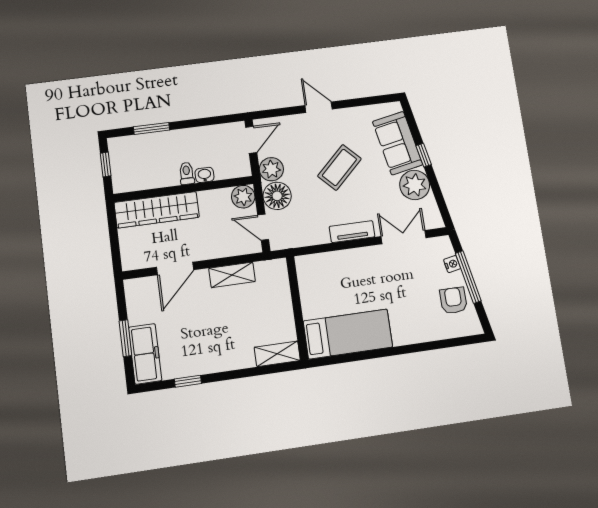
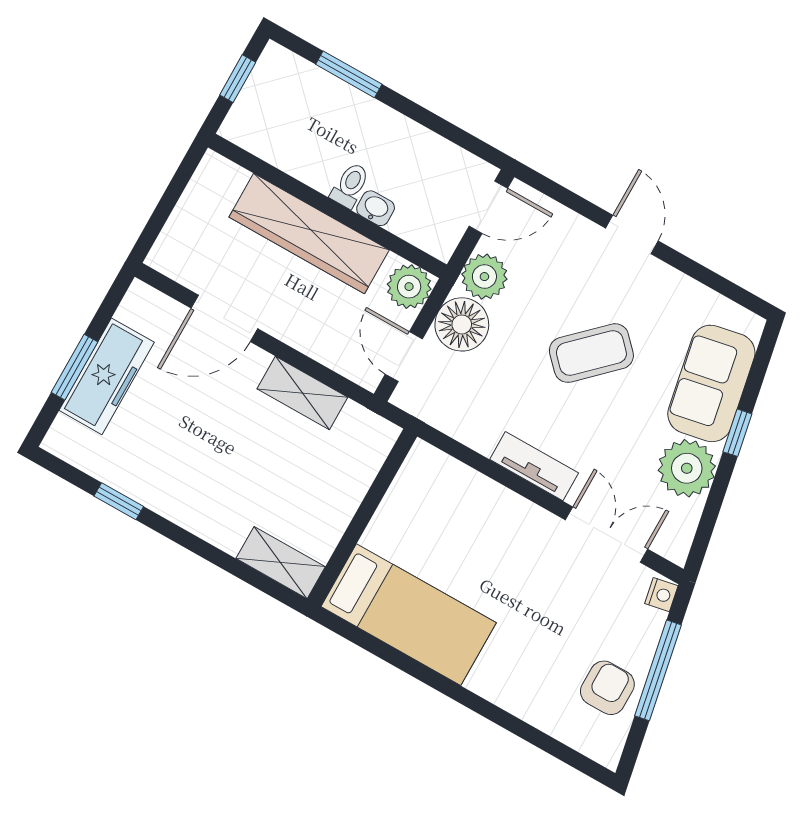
wardrobe: (157, 210) -> (309, 234), moved
nightstand: (452, 264) -> (661, 595), moved
freezer: (145, 354) -> (107, 376), moved

